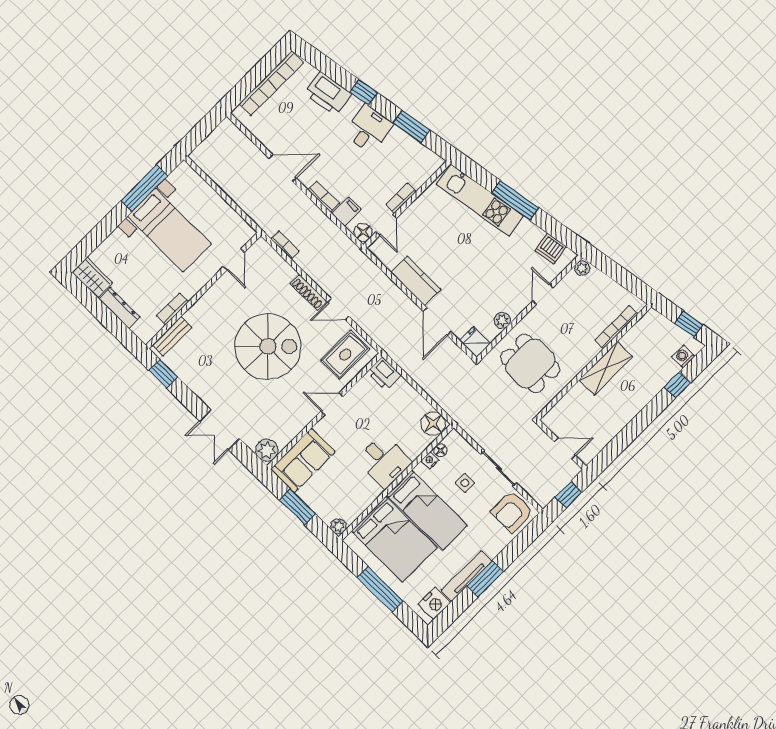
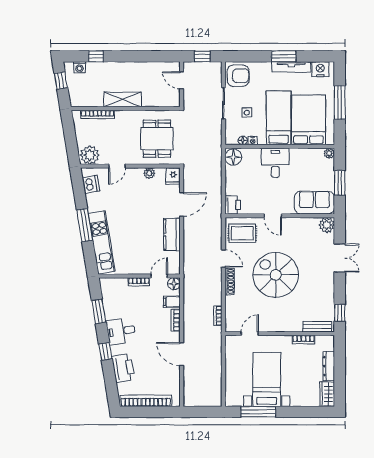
plant: (582, 268) -> (90, 155), width x1.87, depth x1.87

